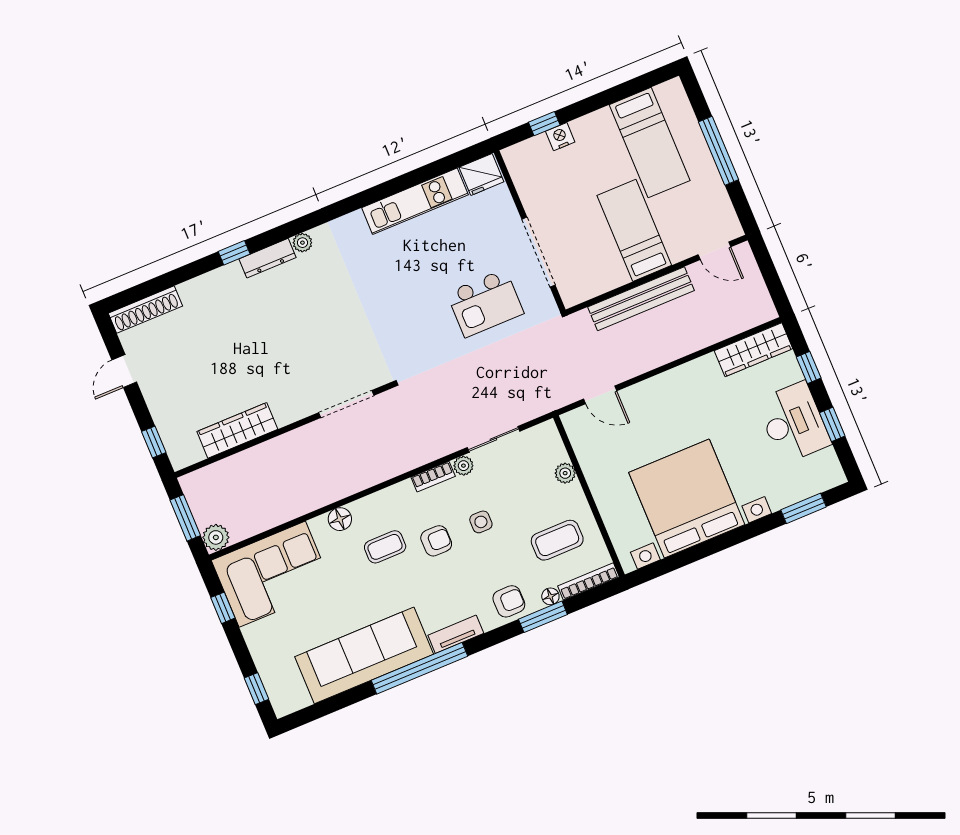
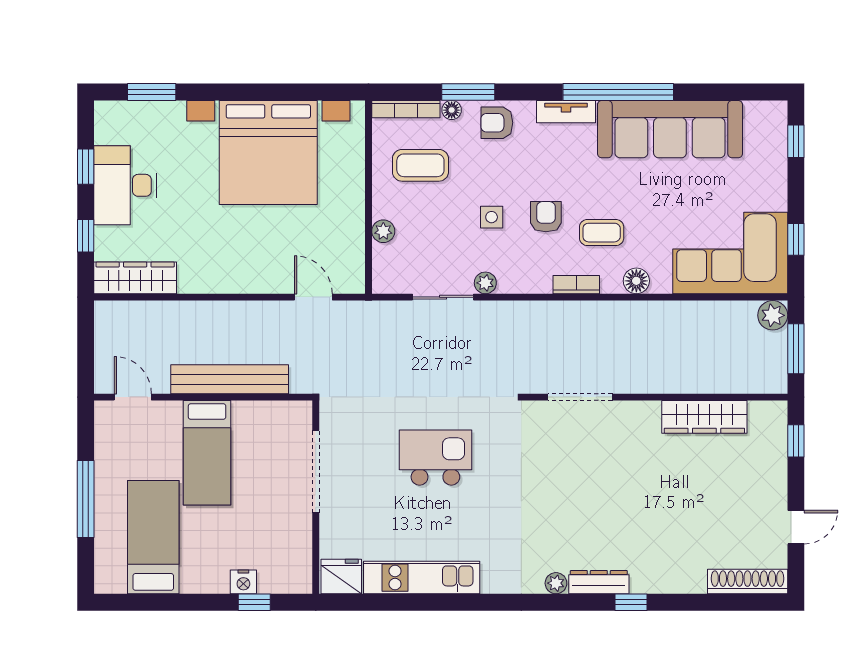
kitchen island: (485, 303) -> (435, 458), moved
bookcase: (433, 477) -> (576, 285), moved
armchair: (436, 541) -> (546, 217), turned 90

